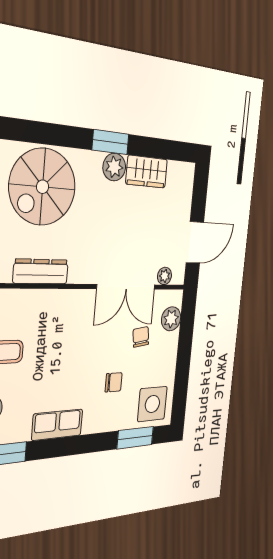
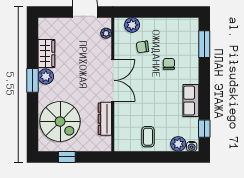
double door: (126, 287) -> (113, 80), moved
side table: (152, 404) -> (184, 33), removed

